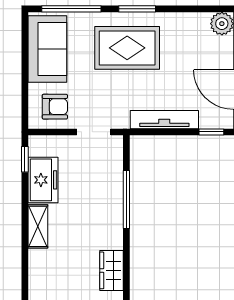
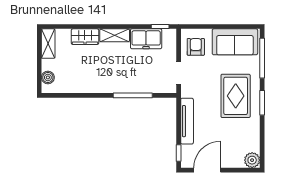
armchair: (55, 107) -> (196, 47), turned 180
wardrobe: (111, 270) -> (85, 37), moved, turned 180

